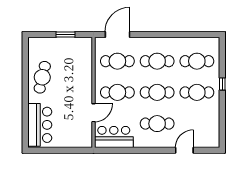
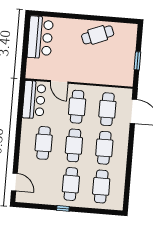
cafe table: (42, 77) -> (98, 35), turned -35
window: (222, 84) -> (63, 208), moved
bar counter: (40, 125) -> (40, 37), moved, turned -90
door: (184, 150) -> (14, 182), moved

